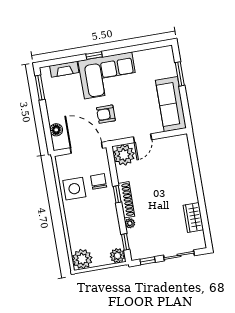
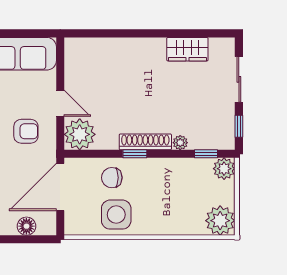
armchair: (106, 114) -> (26, 131), moved, turned -90

